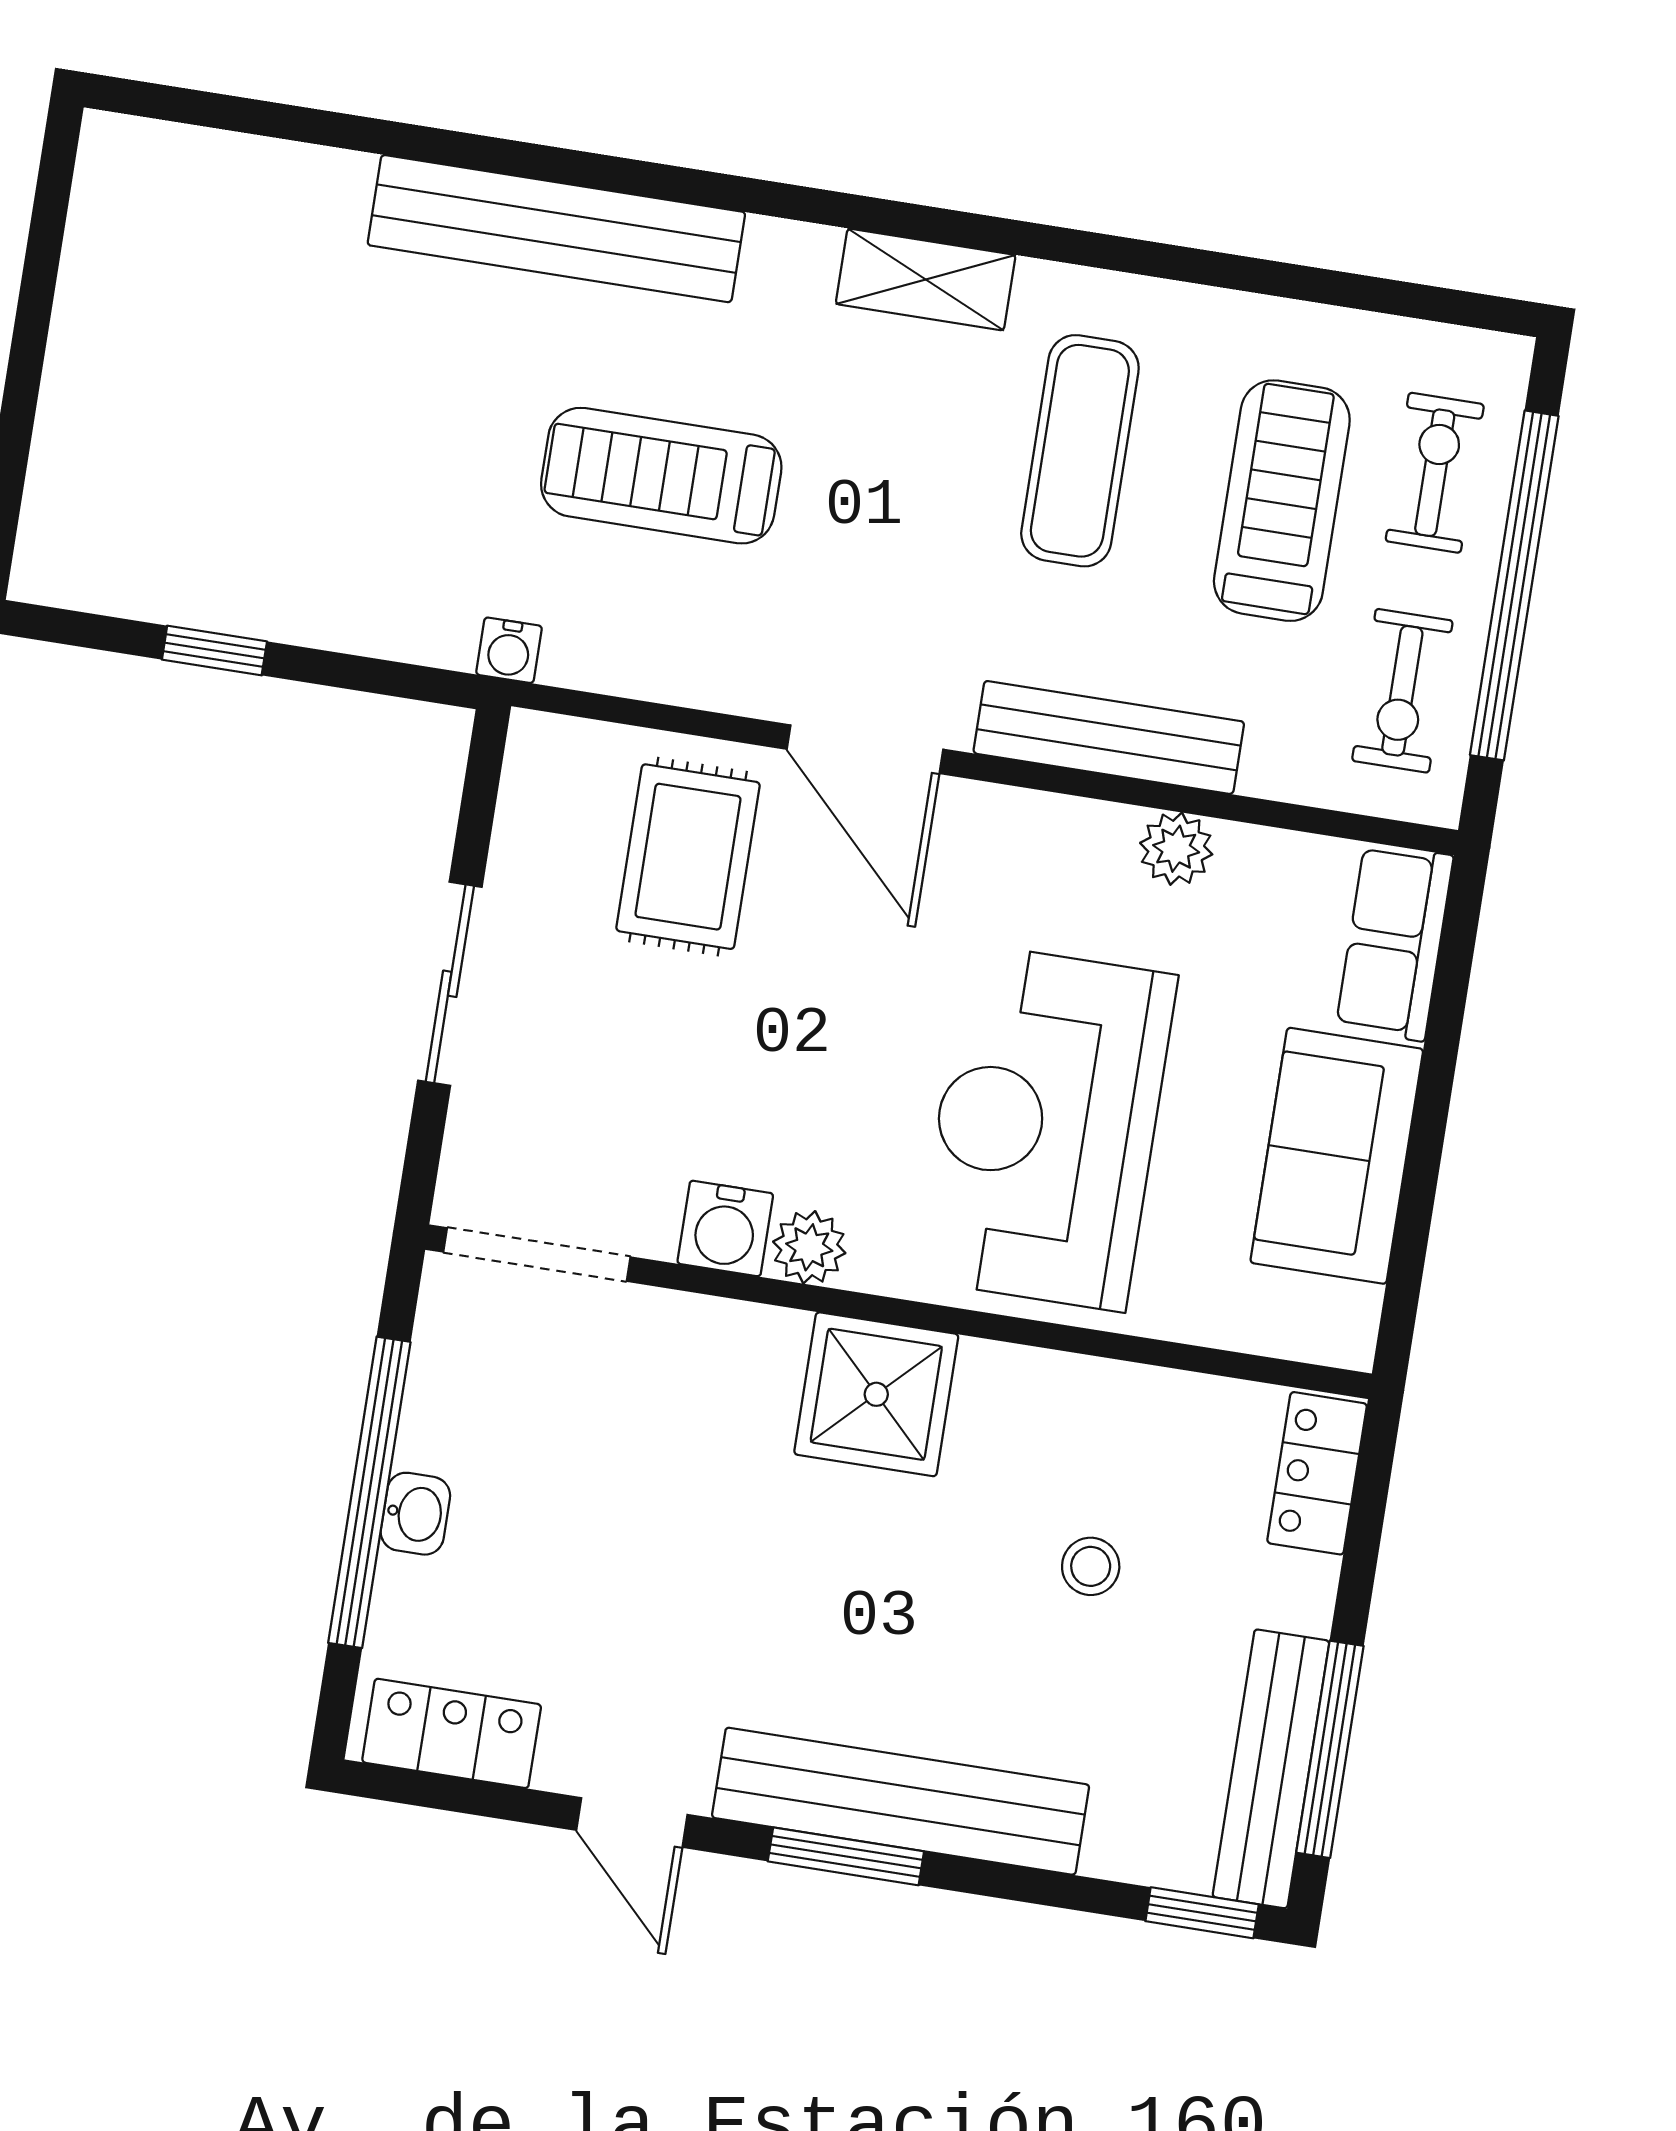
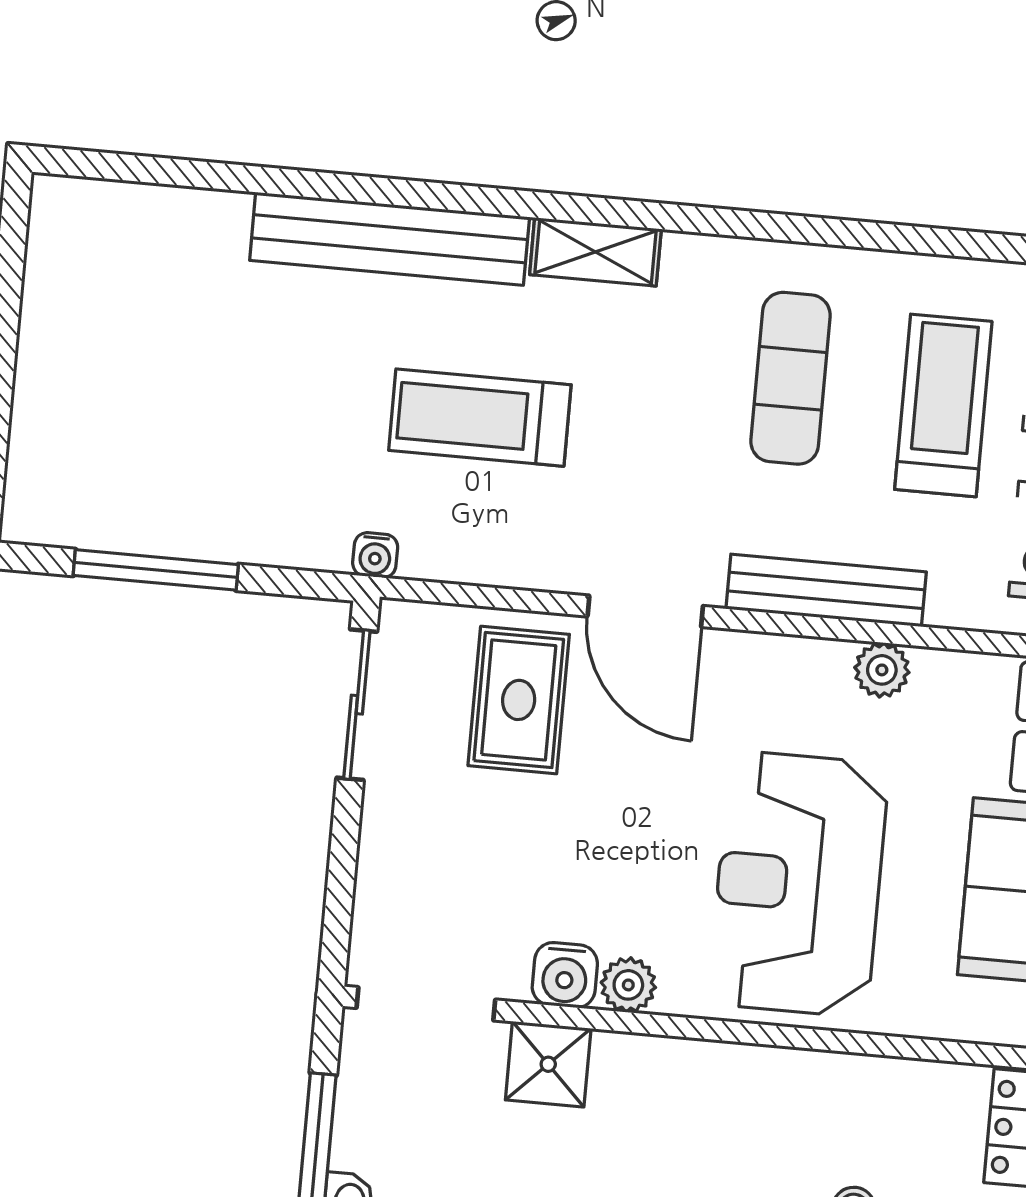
shelving: (926, 279) -> (595, 252), moved
window: (214, 650) -> (156, 570), width x2.17
sliding door: (450, 984) -> (357, 705), moved
shower: (876, 1394) -> (548, 1064), moved, width x0.73, depth x0.73

